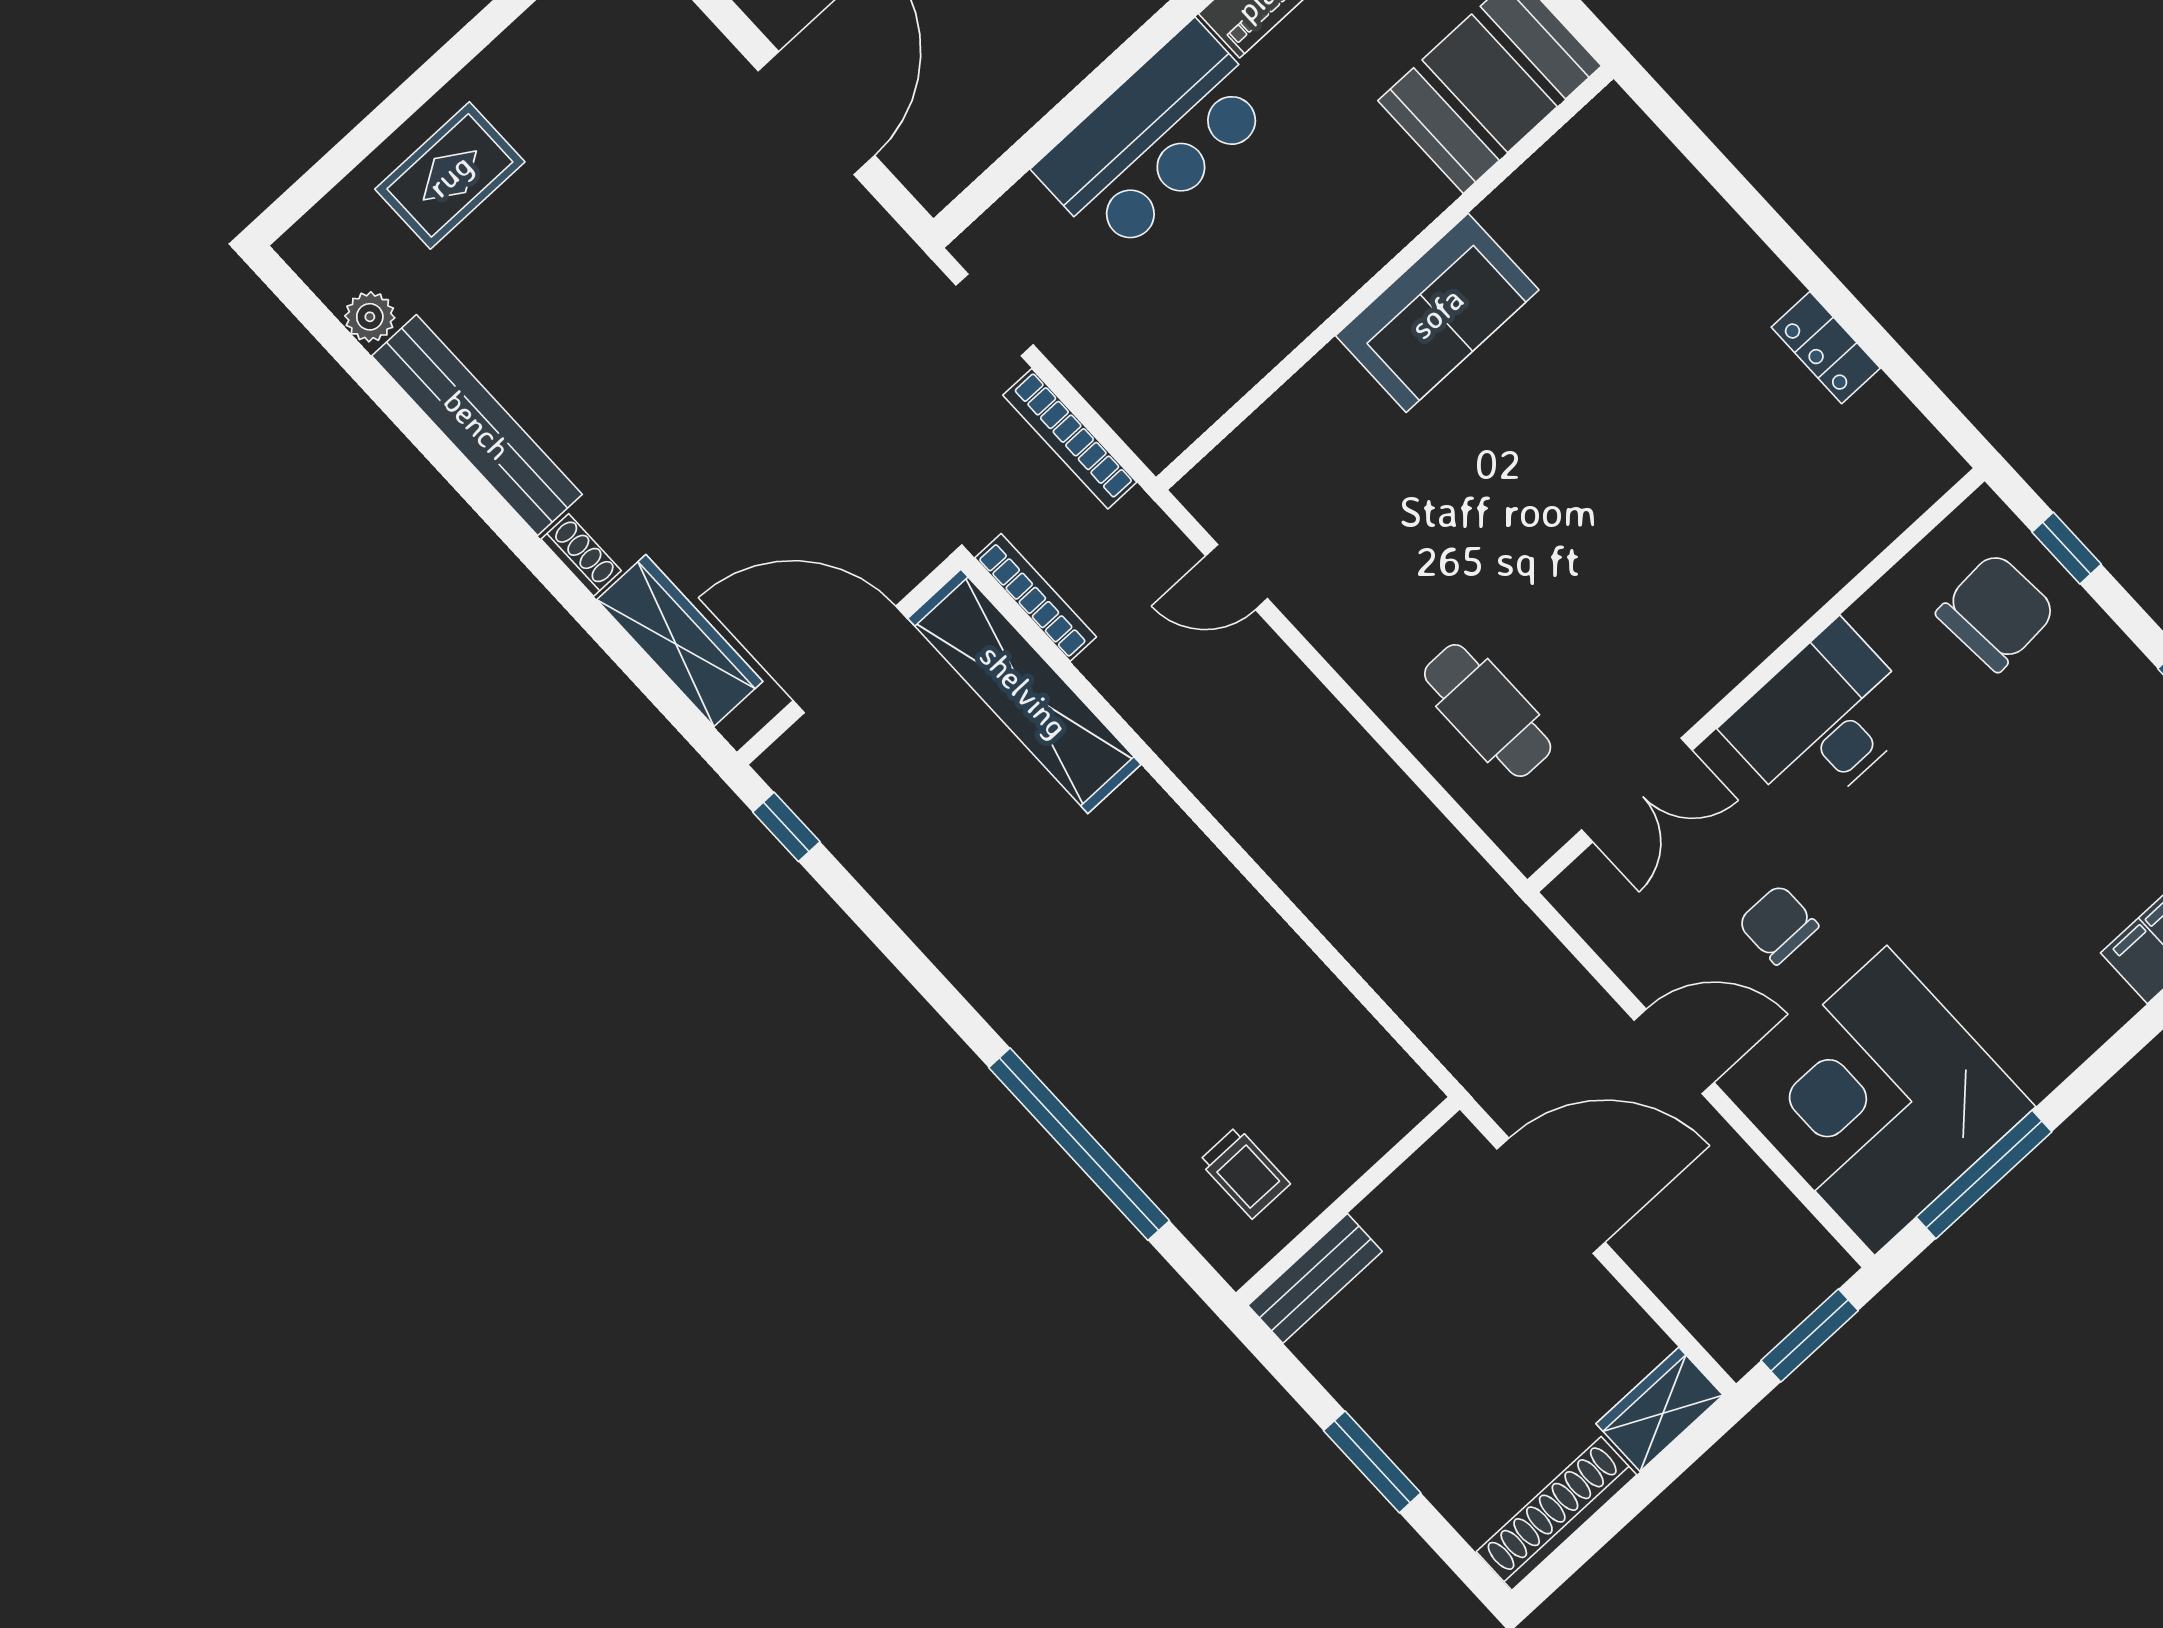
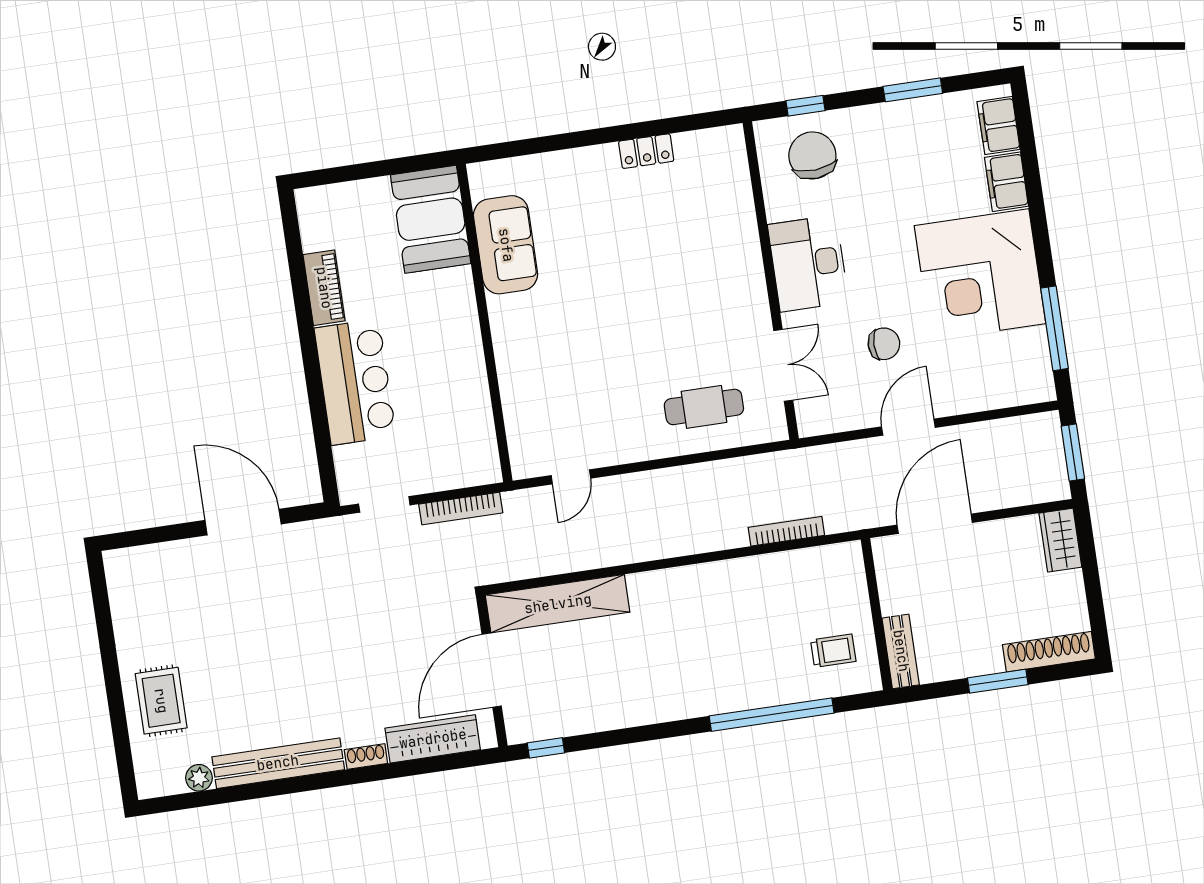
sofa: (1437, 313) -> (506, 245), moved
bookcase: (1036, 597) -> (786, 531), moved
chair: (1778, 924) -> (884, 344), turned 180
corner desk: (1881, 1100) -> (980, 275), moved
shoe rack: (1556, 1513) -> (1049, 652), moved, turned 90

